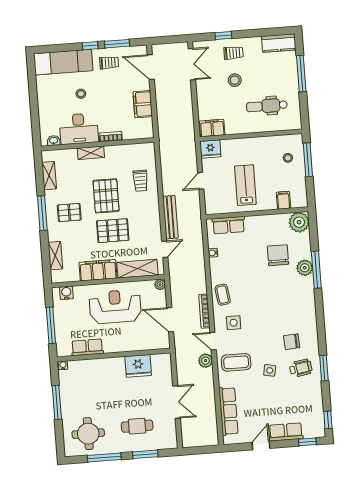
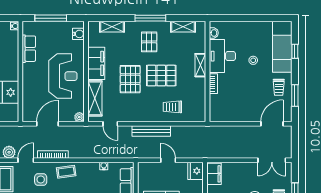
window: (90, 46) -> (295, 51), moved
filing cabinet: (143, 104) -> (240, 114), removed
bench: (170, 217) -> (151, 131), moved

